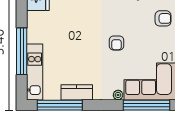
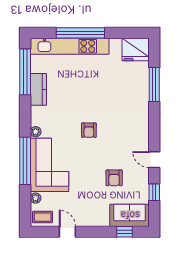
armchair: (117, 43) -> (89, 130), turned -90
kitchen unit: (35, 72) -> (70, 46), width x1.36

